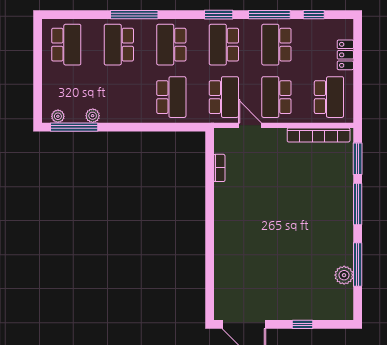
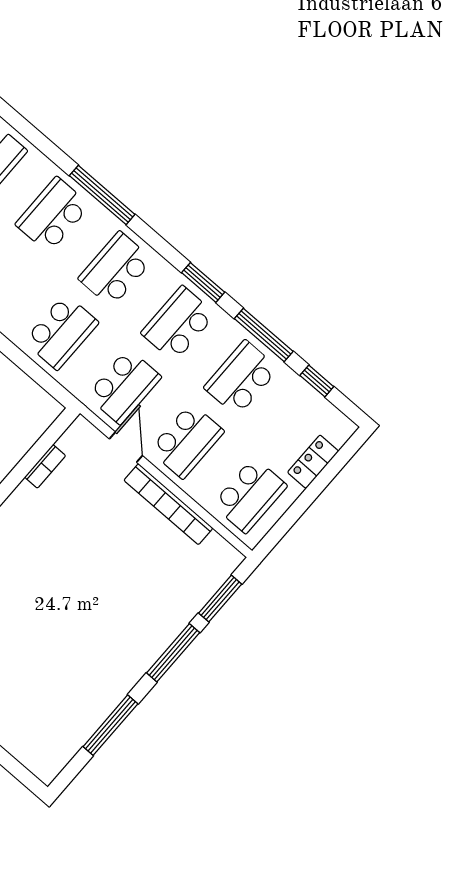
school desk: (276, 97) -> (187, 441), turned 180
bookcase: (319, 135) -> (168, 504), moved
plant: (344, 275) -> (83, 724), removed

